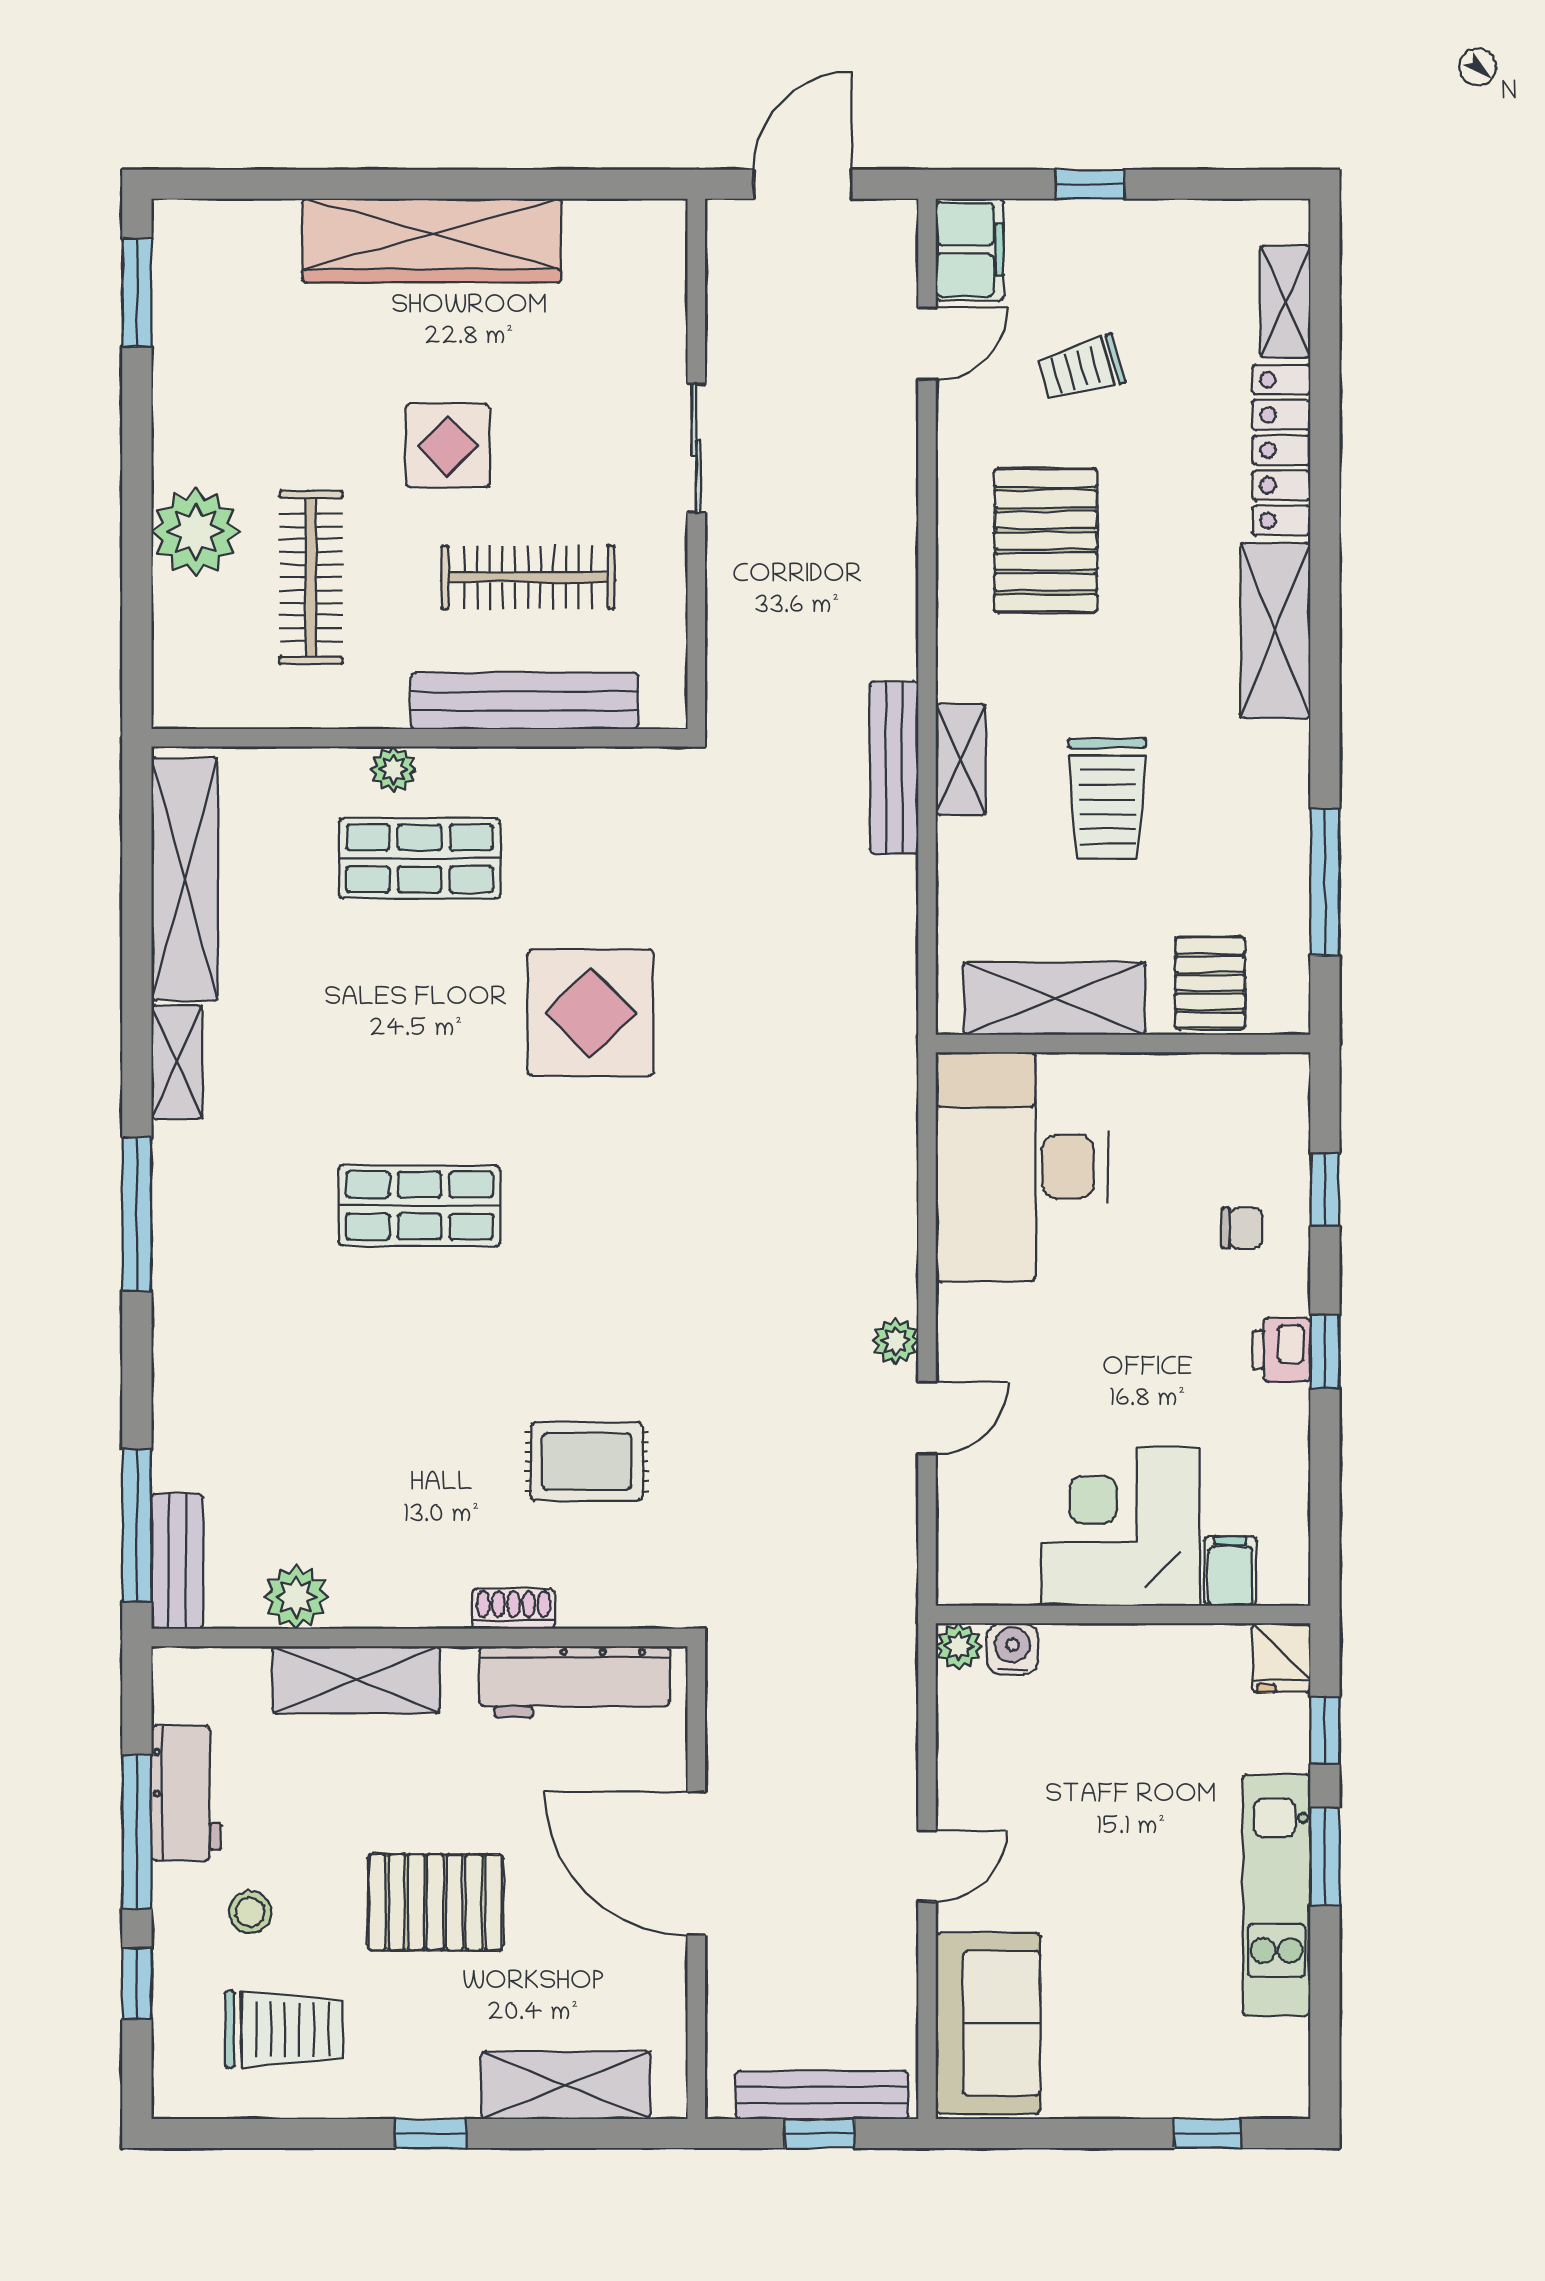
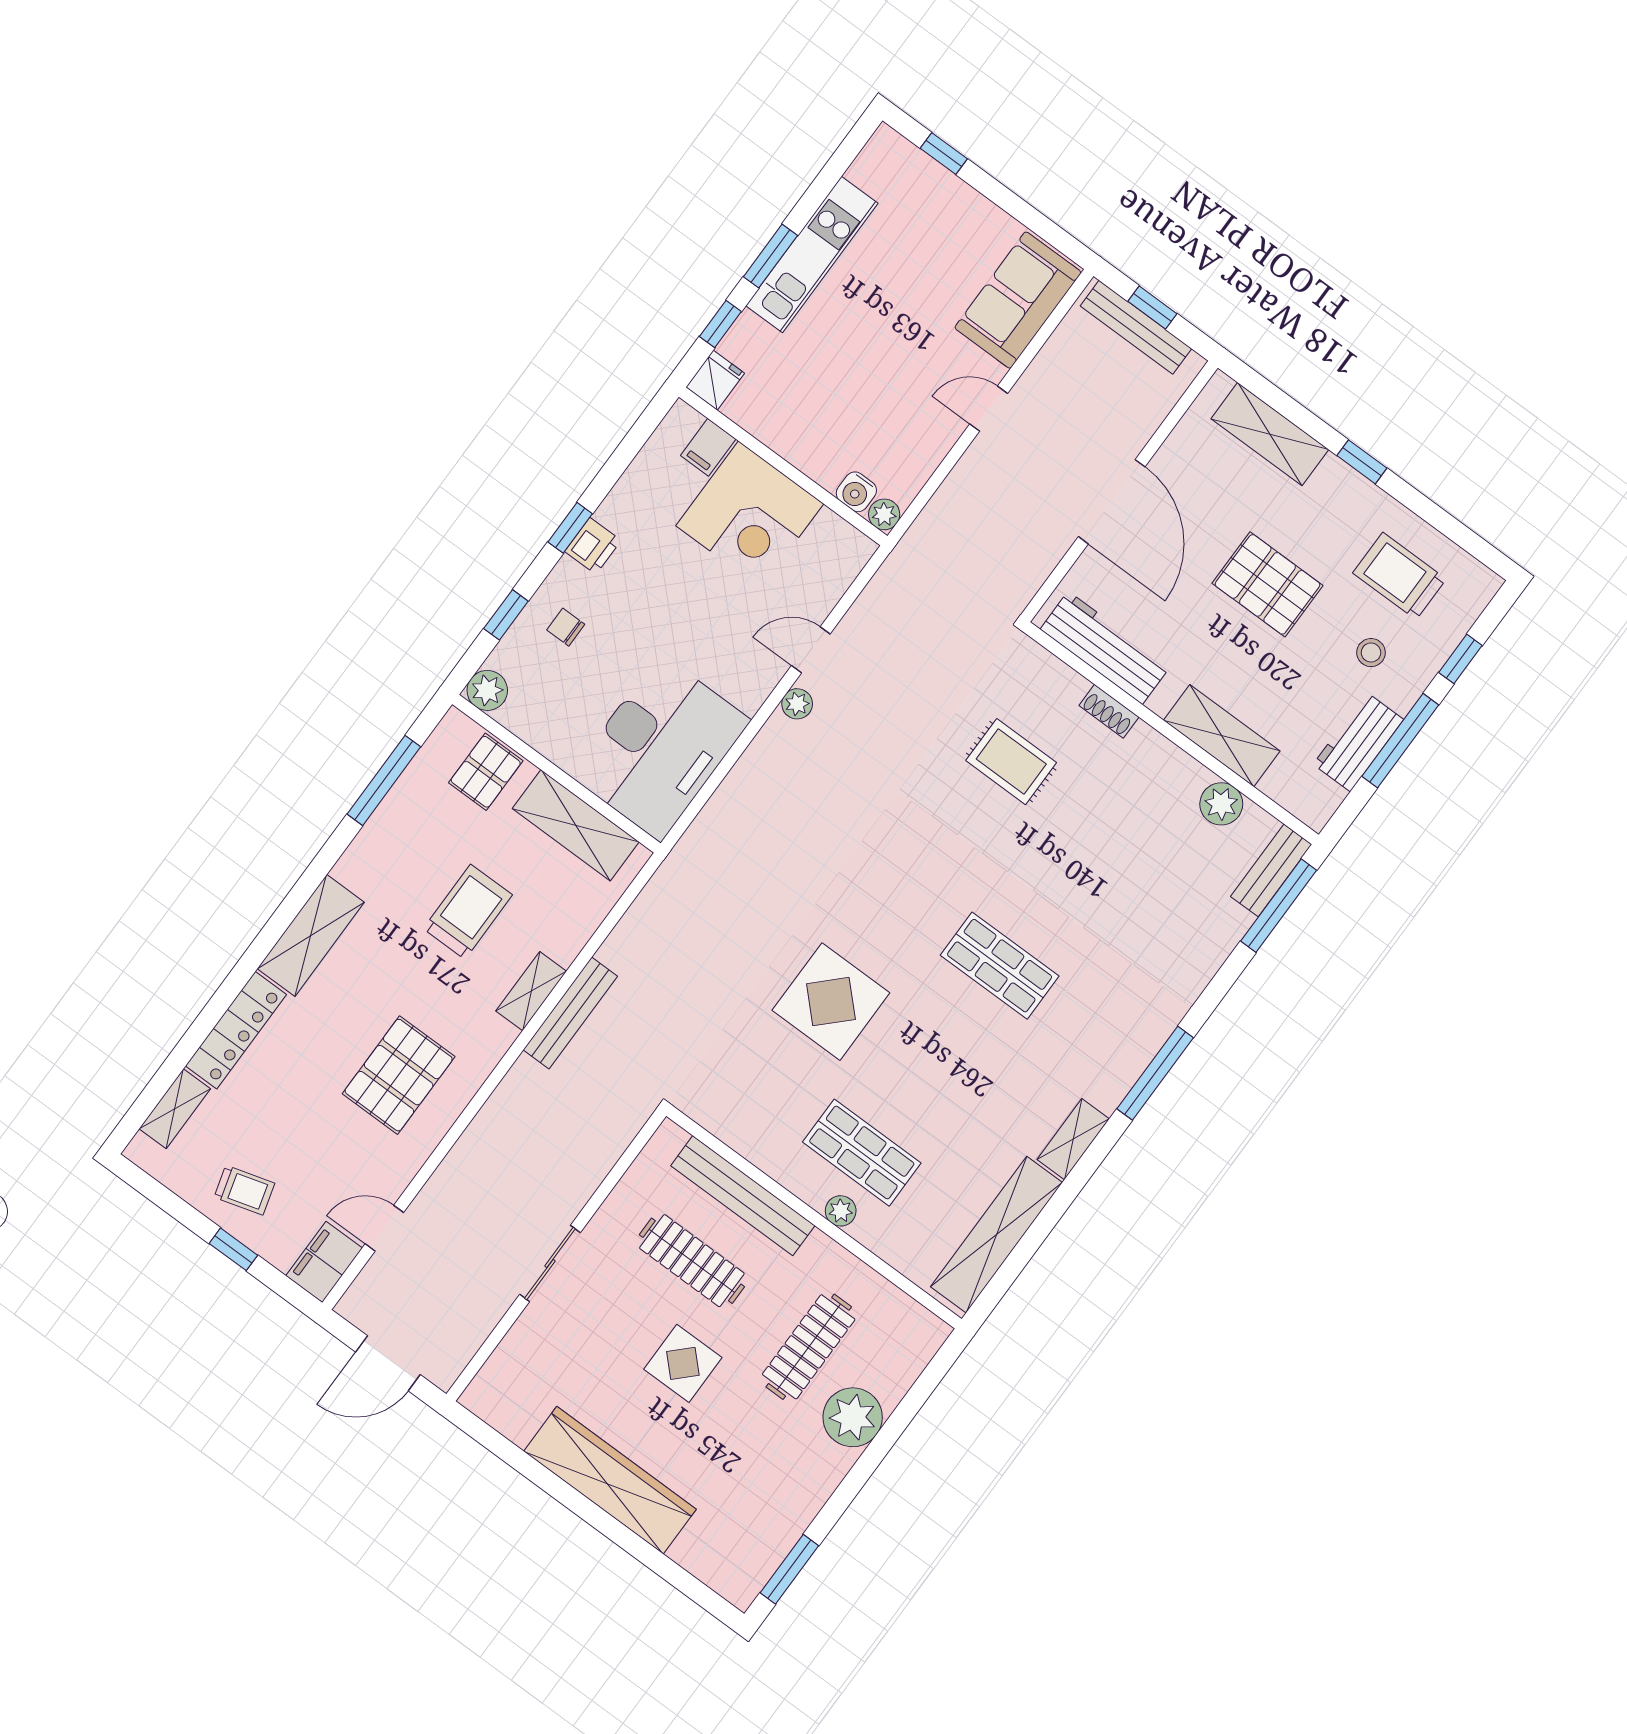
trolley: (1081, 368) -> (244, 1190), moved
plant: (1280, 1082) -> (487, 690), added

